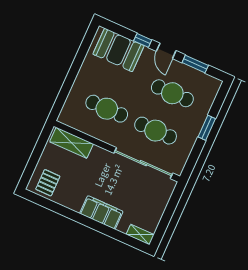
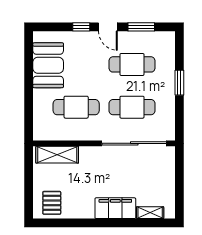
booth: (118, 50) -> (48, 65), moved, turned 90
shelving: (140, 235) -> (150, 213), moved

